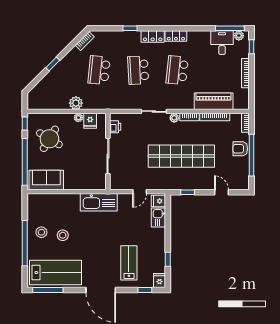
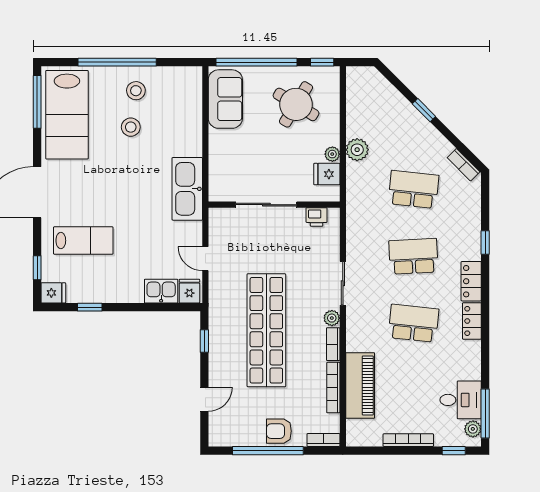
armchair: (240, 149) -> (279, 431), turned -90

